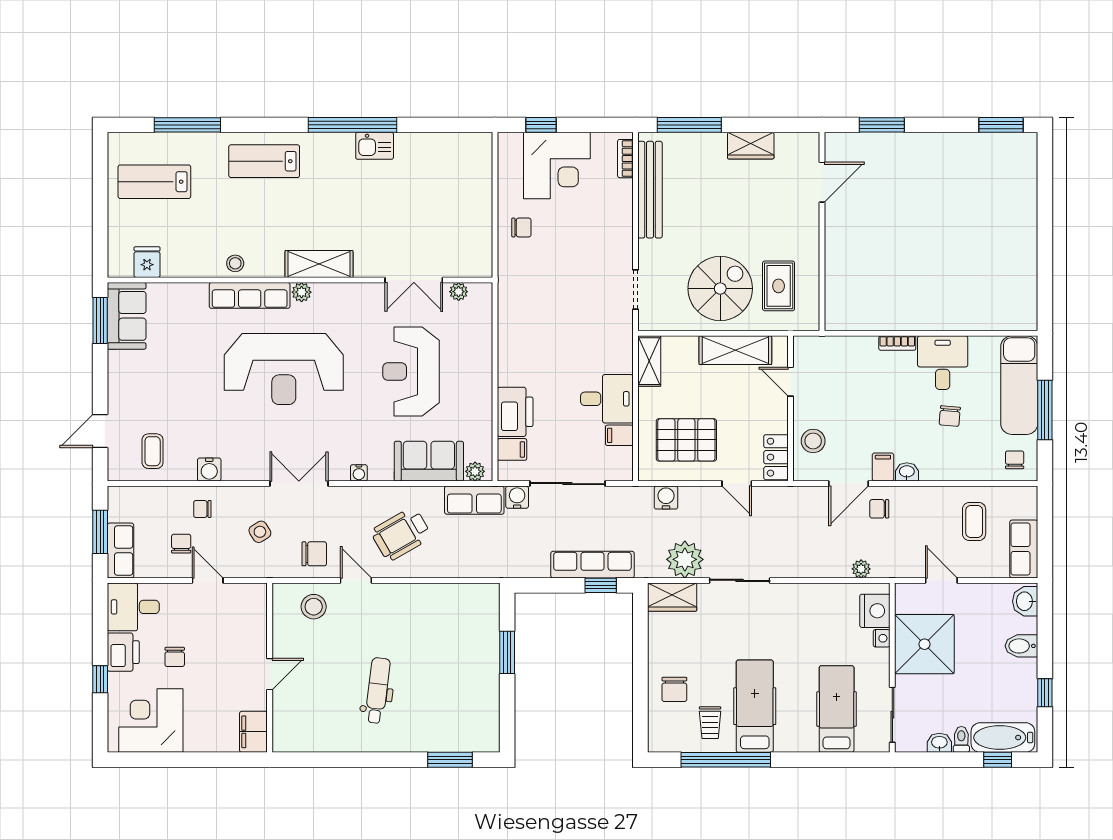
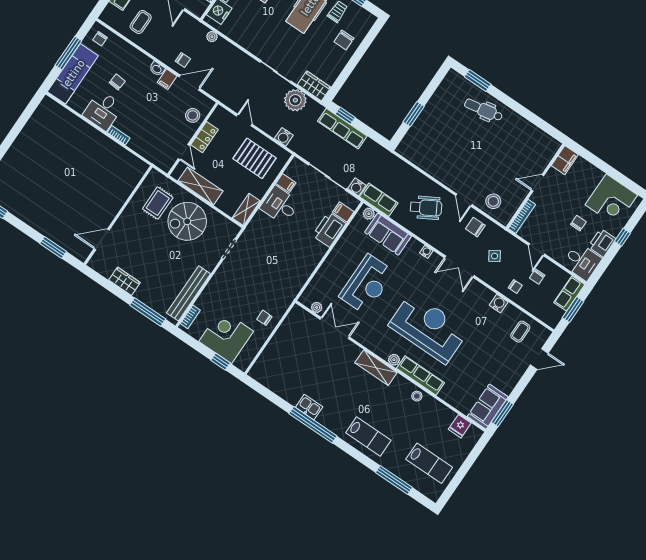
locker: (776, 457) -> (204, 137), moved
bookcase: (260, 613) -> (522, 216), added
chair: (674, 689) -> (344, 40), turned 180
dental chair: (378, 691) -> (483, 110), moved, turned 72

